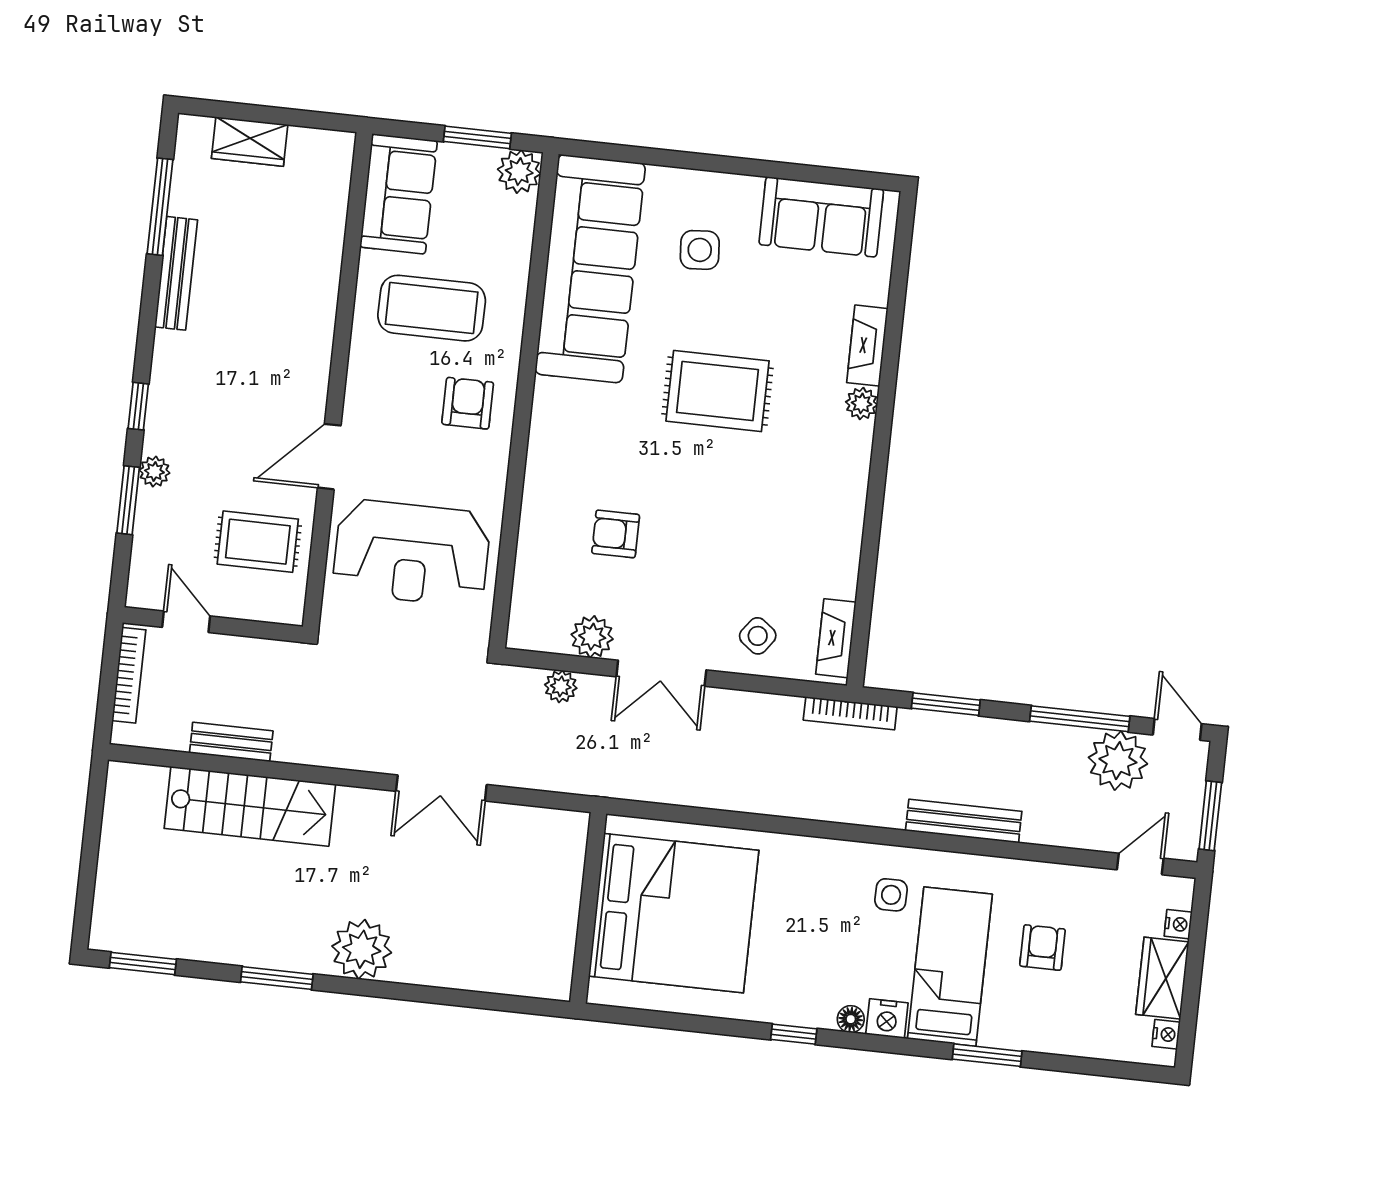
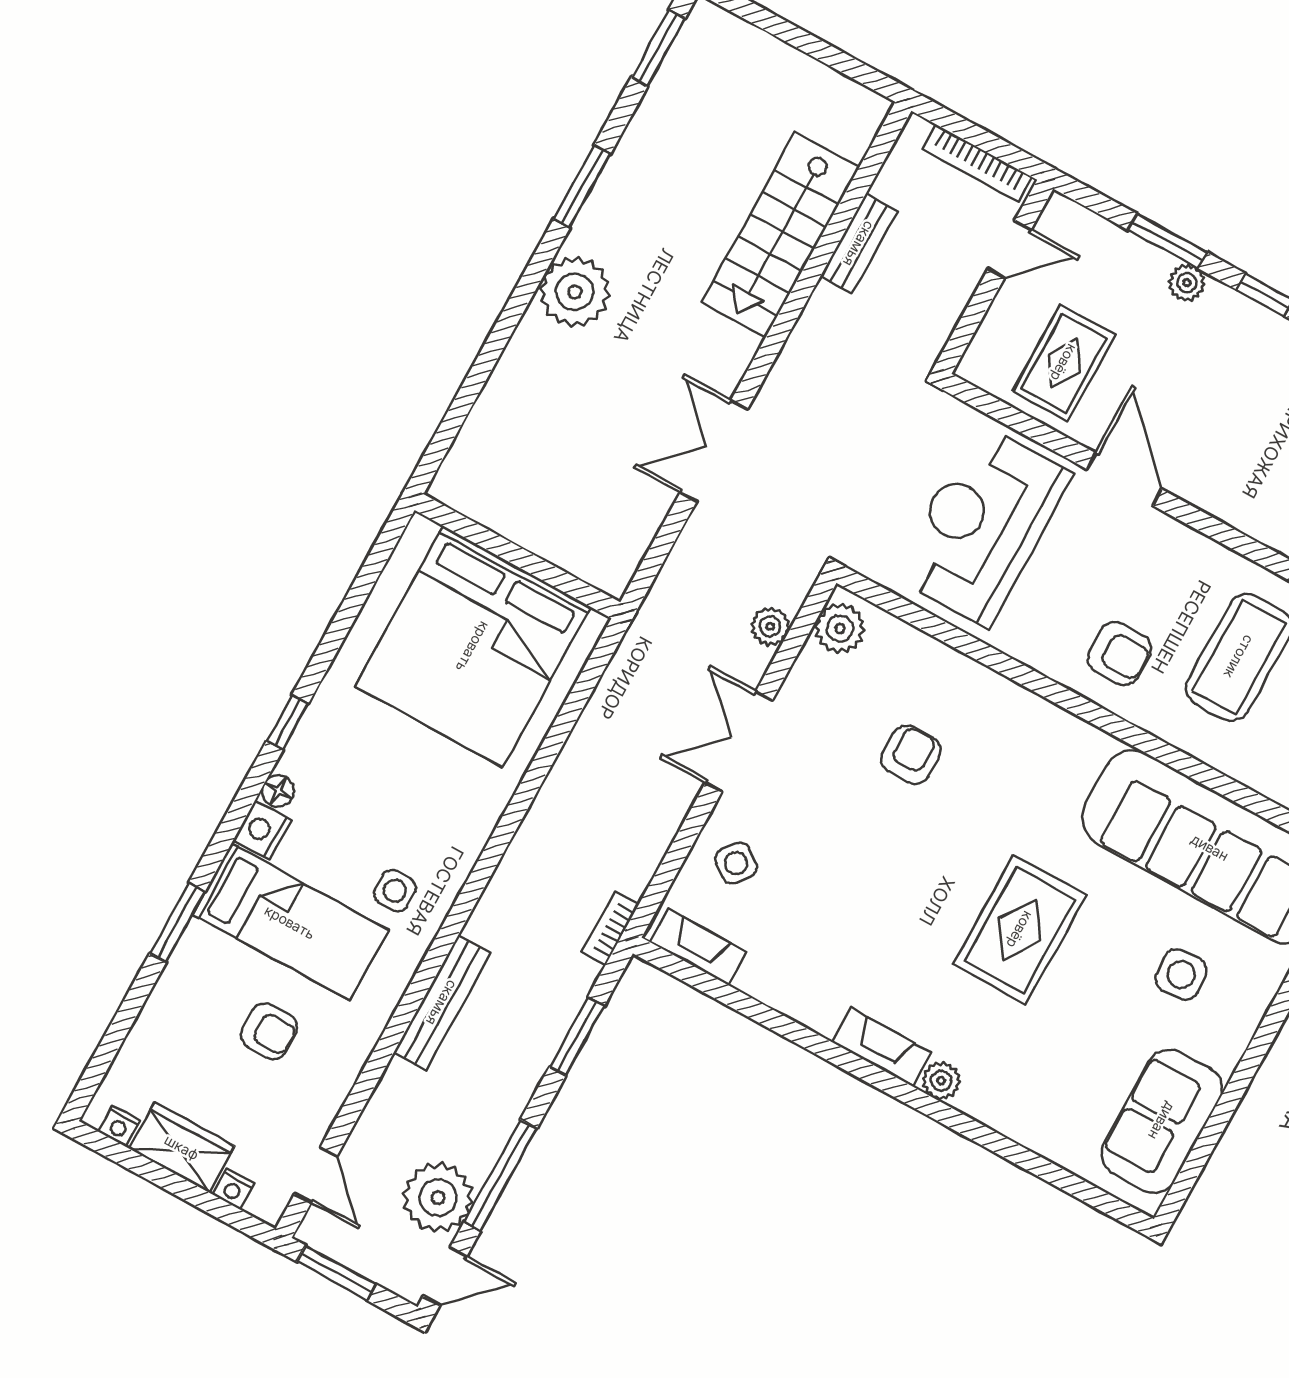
fireplace: (867, 346) -> (882, 1047), moved
plant: (592, 637) -> (840, 628), moved
bookcase: (850, 713) -> (610, 928), width x0.64

